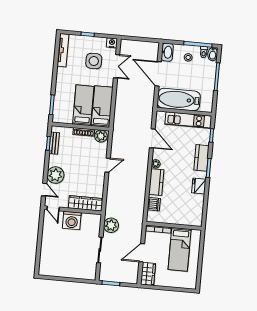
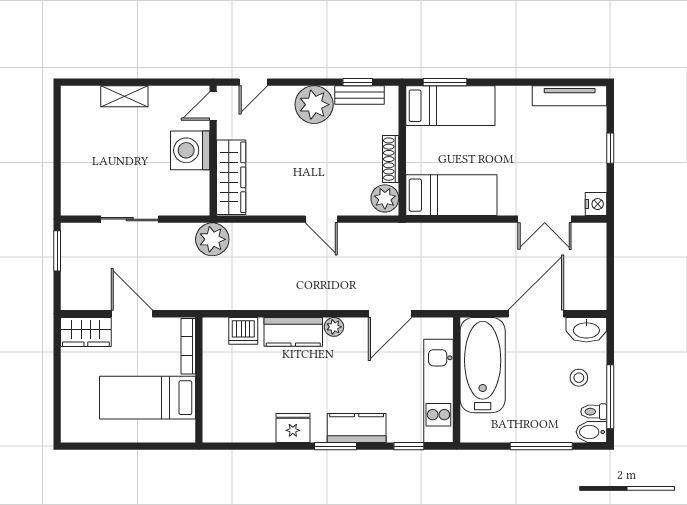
side table: (94, 61) -> (552, 167), removed
bed: (83, 105) -> (450, 106), moved
plant: (55, 175) -> (314, 105), moved
plant: (111, 225) -> (212, 239), moved
shelving: (45, 247) -> (124, 96), added

